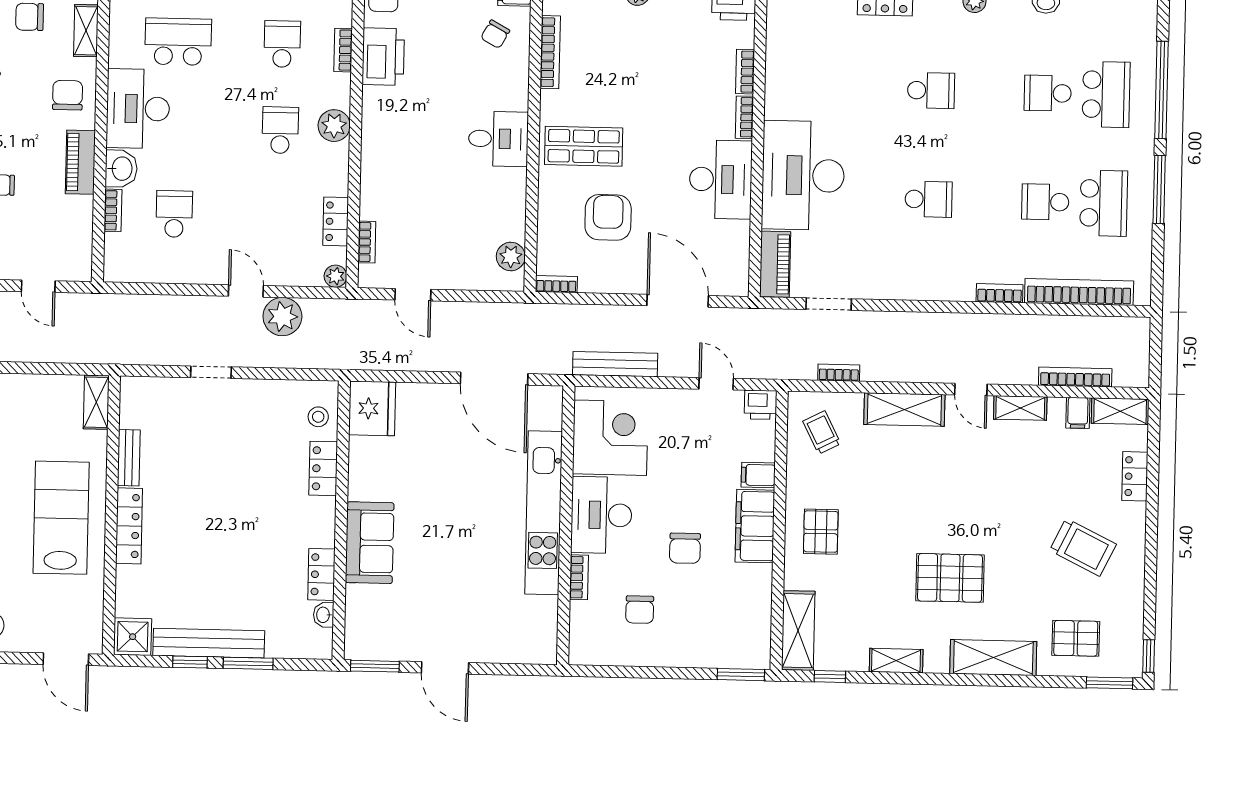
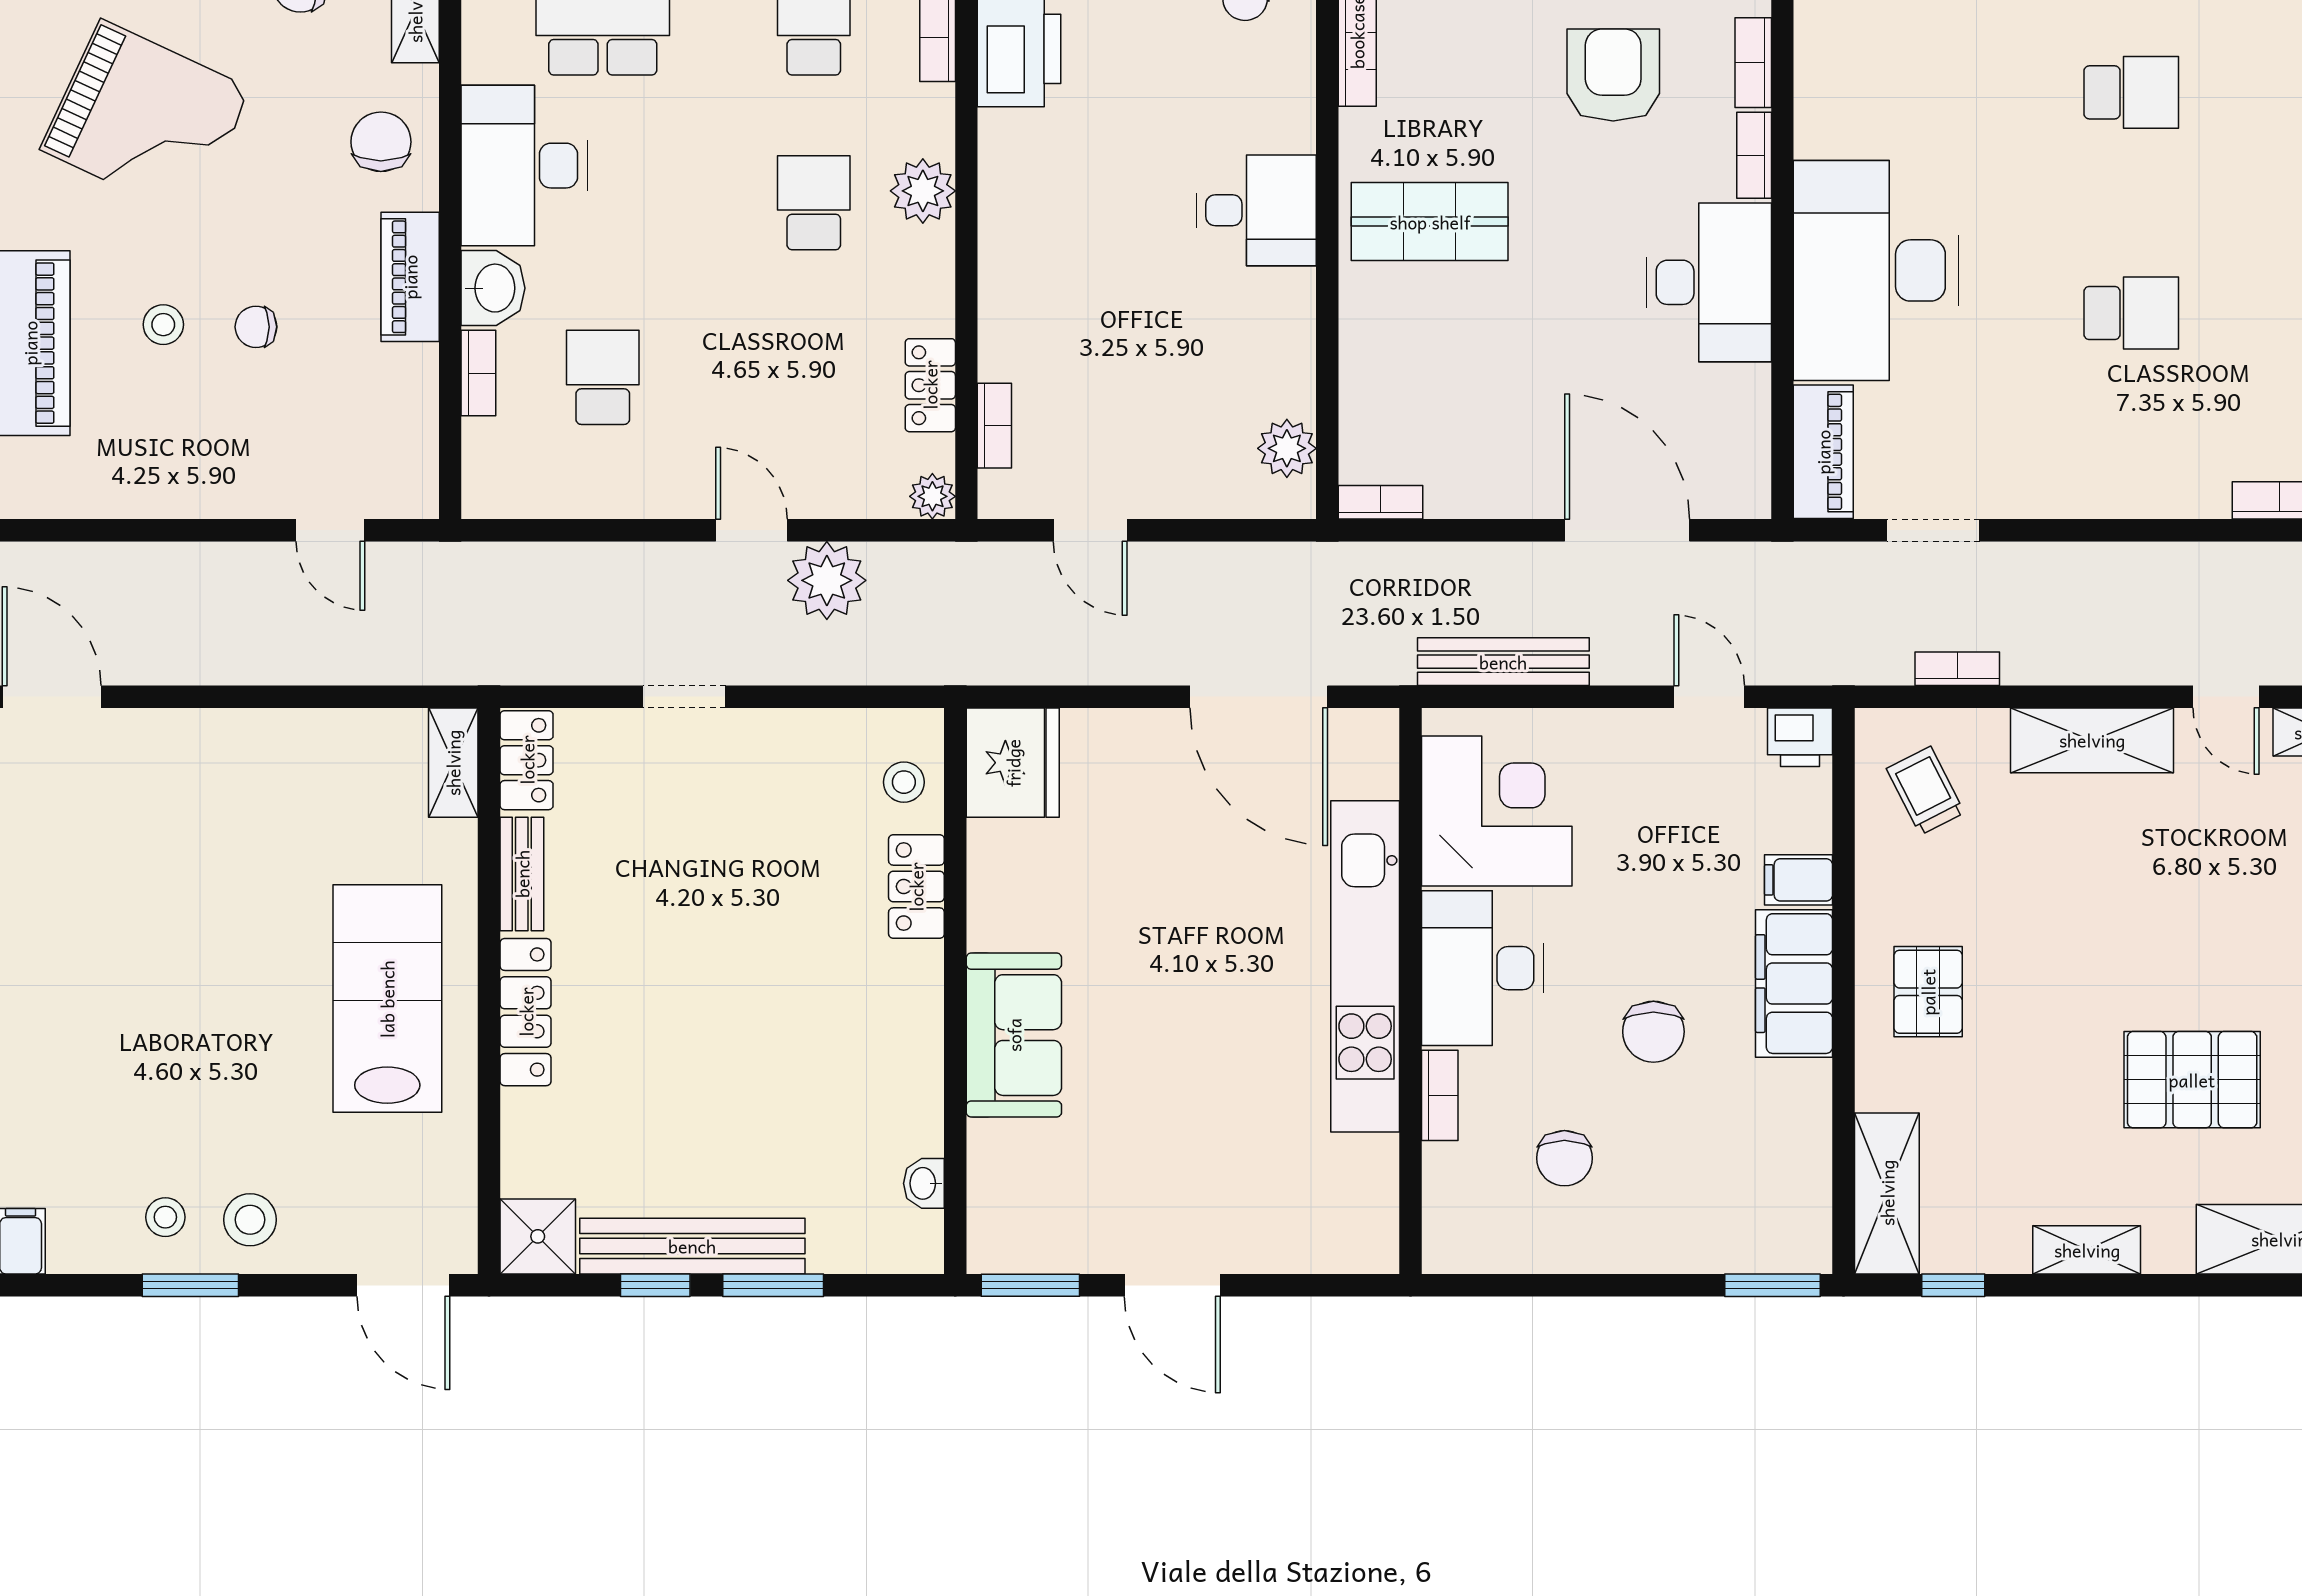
armchair: (608, 217) -> (1613, 75), moved
locker: (321, 574) -> (527, 760), moved, turned 180

